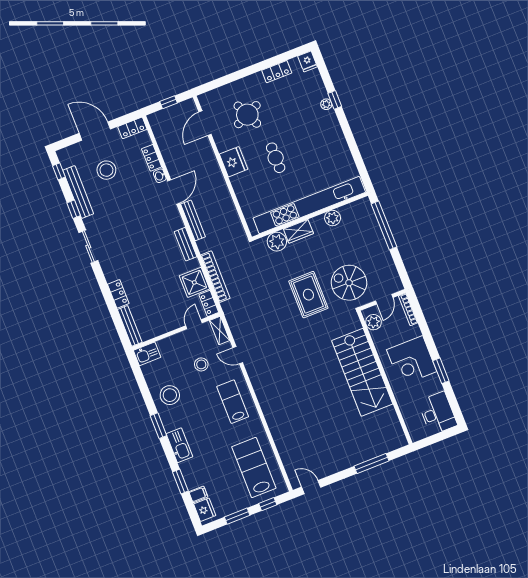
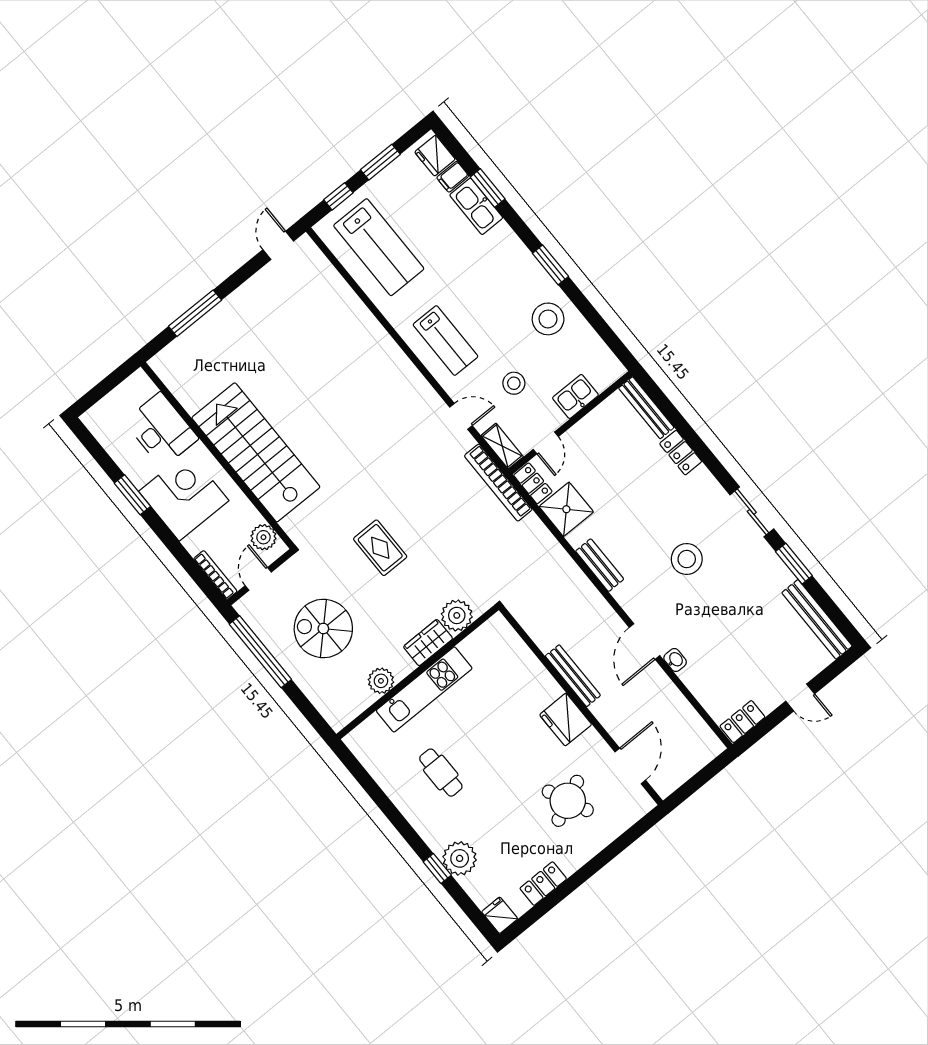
window: (169, 102) -> (698, 780), removed
plant: (326, 104) -> (460, 858), width x1.88, depth x1.88
door: (95, 131) -> (800, 697), width x0.53
locker: (152, 158) -> (697, 684), removed
cafe table: (276, 158) -> (441, 773), moved
stool: (106, 170) -> (687, 559), moved
window: (59, 171) -> (836, 616), removed
bench: (78, 192) -> (817, 619), moved
kitchen unit: (309, 205) -> (424, 689), width x0.54
window: (74, 209) -> (794, 564), width x1.50
bench: (193, 220) -> (573, 676), moved
window: (384, 225) -> (260, 652), moved
bookcase: (215, 277) -> (498, 483), moved
spiral stairs: (349, 283) -> (323, 629), moved, turned 180
rug: (308, 295) -> (380, 548), width x0.73, depth x0.70
kitchen sink: (147, 354) -> (575, 396), moved
desk: (438, 413) -> (161, 430), moved, turned 180
kitchen sink: (179, 445) -> (476, 206), moved
door: (311, 487) -> (278, 245), swing flipped

